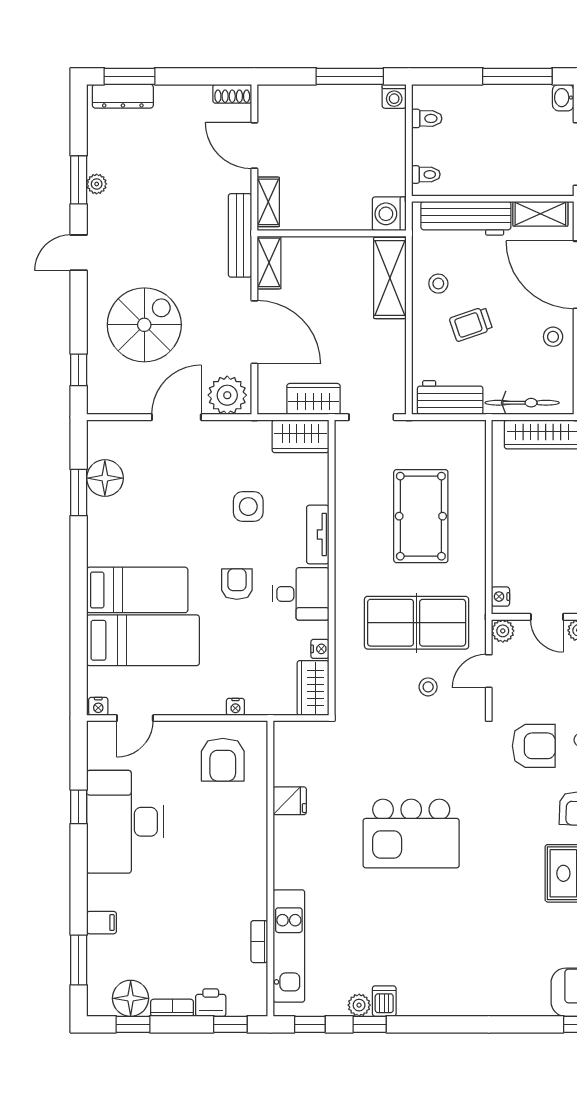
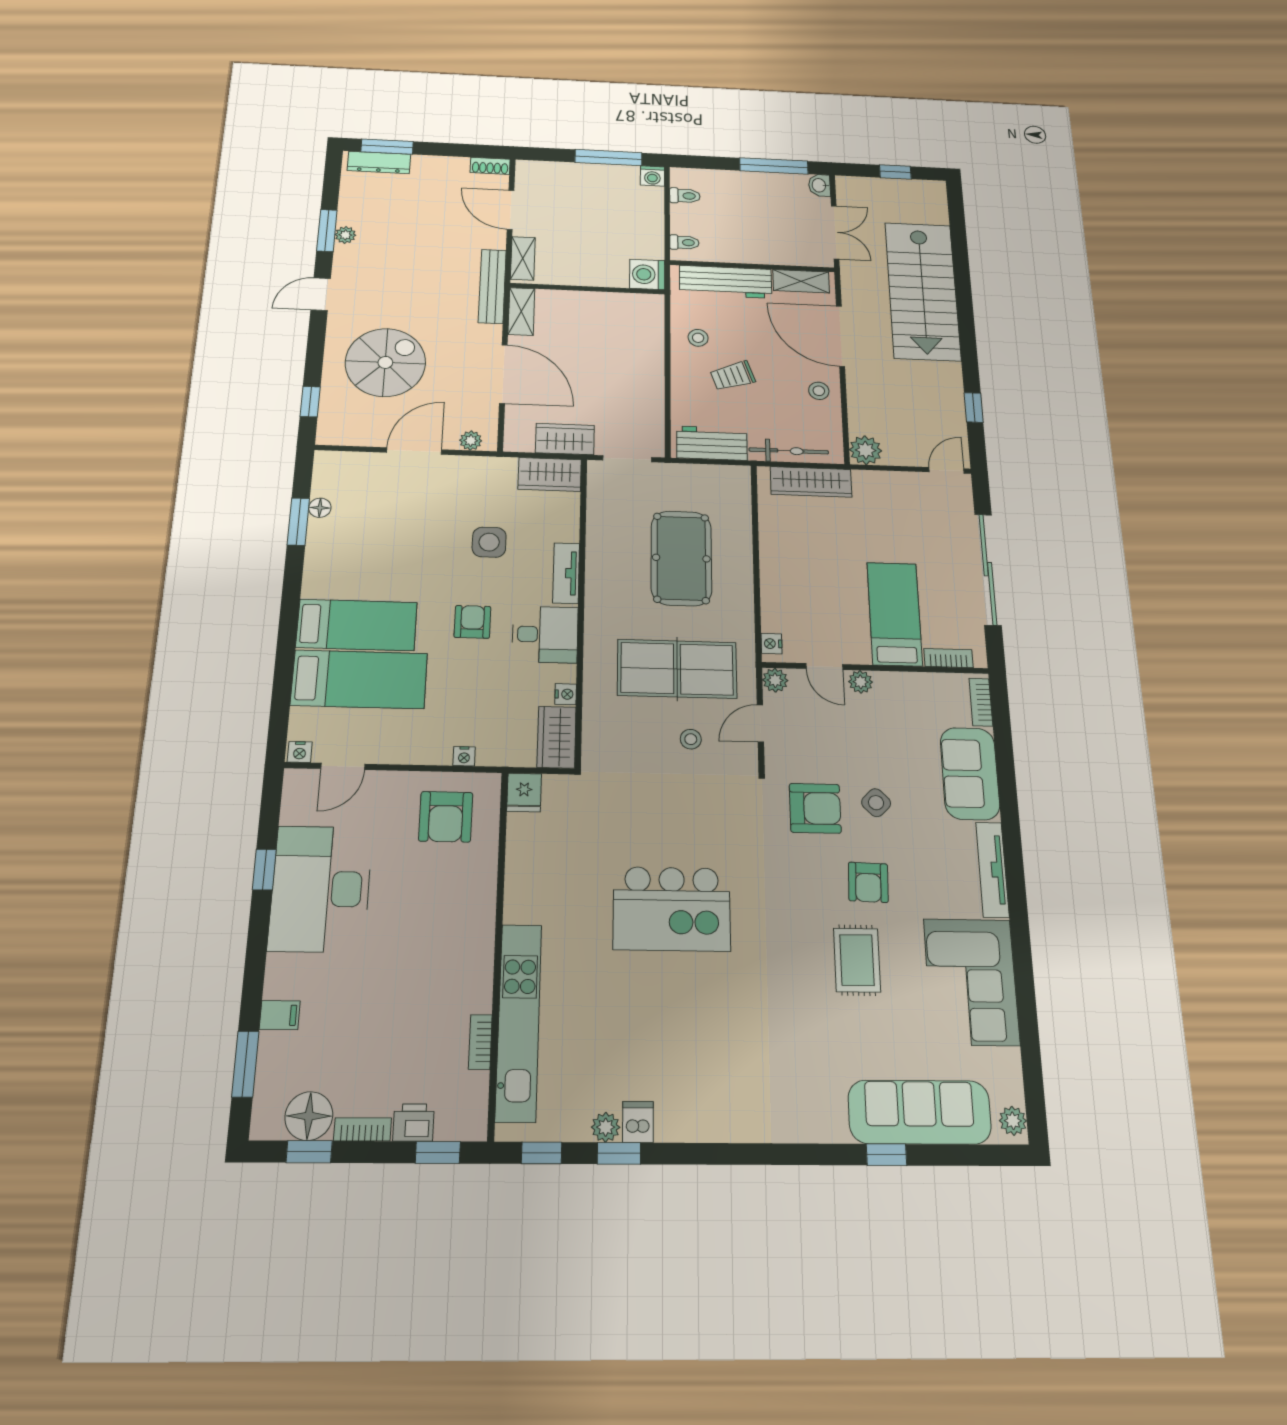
shelving: (390, 278) -> (648, 331), removed
plant: (227, 395) -> (471, 441), width x0.53, depth x0.53
floor lamp: (105, 478) -> (320, 508), width x0.53, depth x0.53
fridge: (290, 801) -> (524, 792), moved, turned 90
kitchen unit: (289, 946) -> (519, 1022), width x1.36

